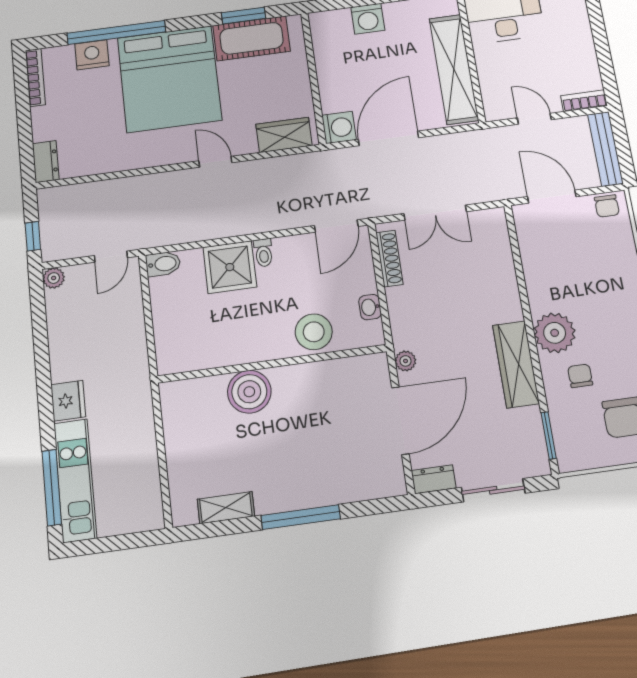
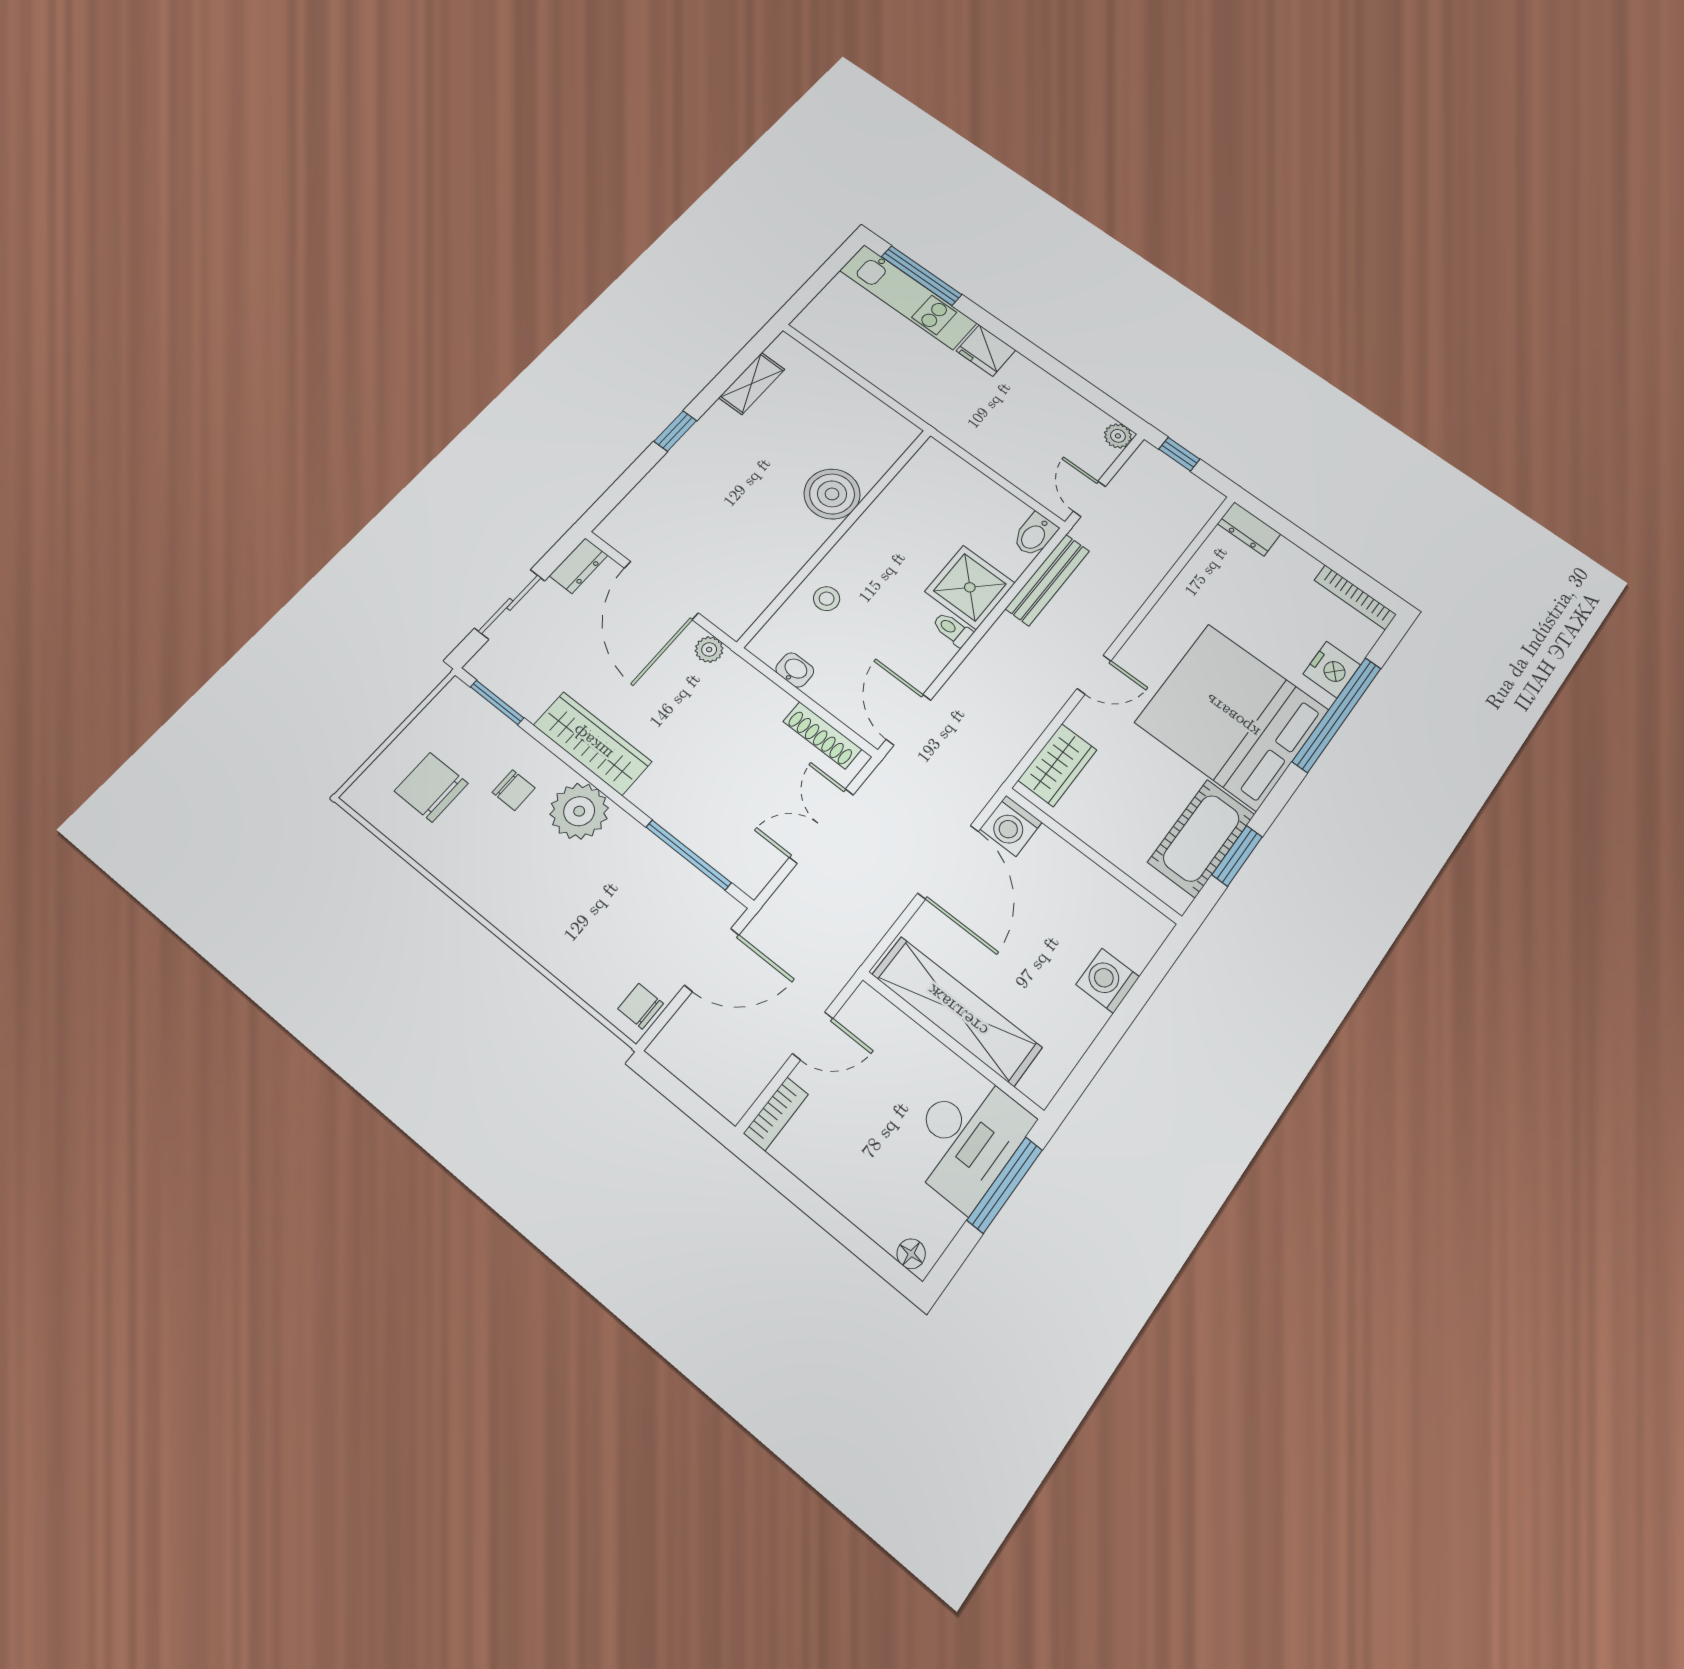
bench: (605, 149) -> (1048, 580), moved, turned 90
window: (517, 259) -> (689, 855), added
stool: (314, 332) -> (827, 599), width x0.53, depth x0.53
window: (301, 517) -> (675, 431), width x0.46

